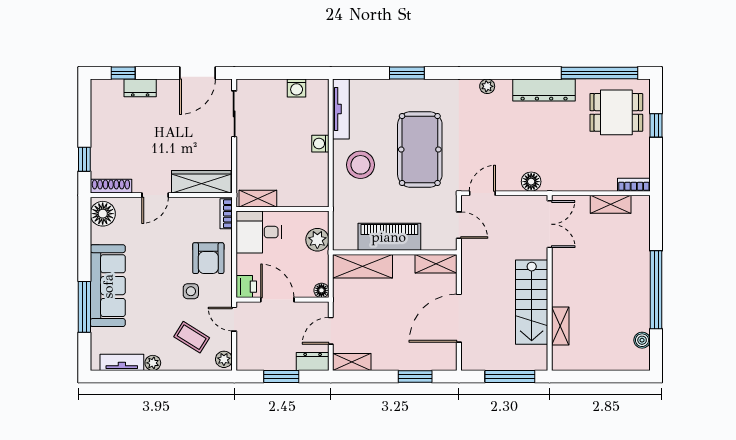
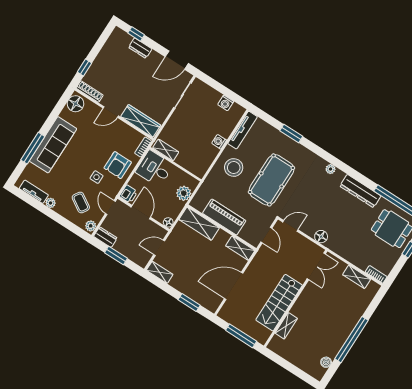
dresser: (313, 362) -> (105, 237), moved

